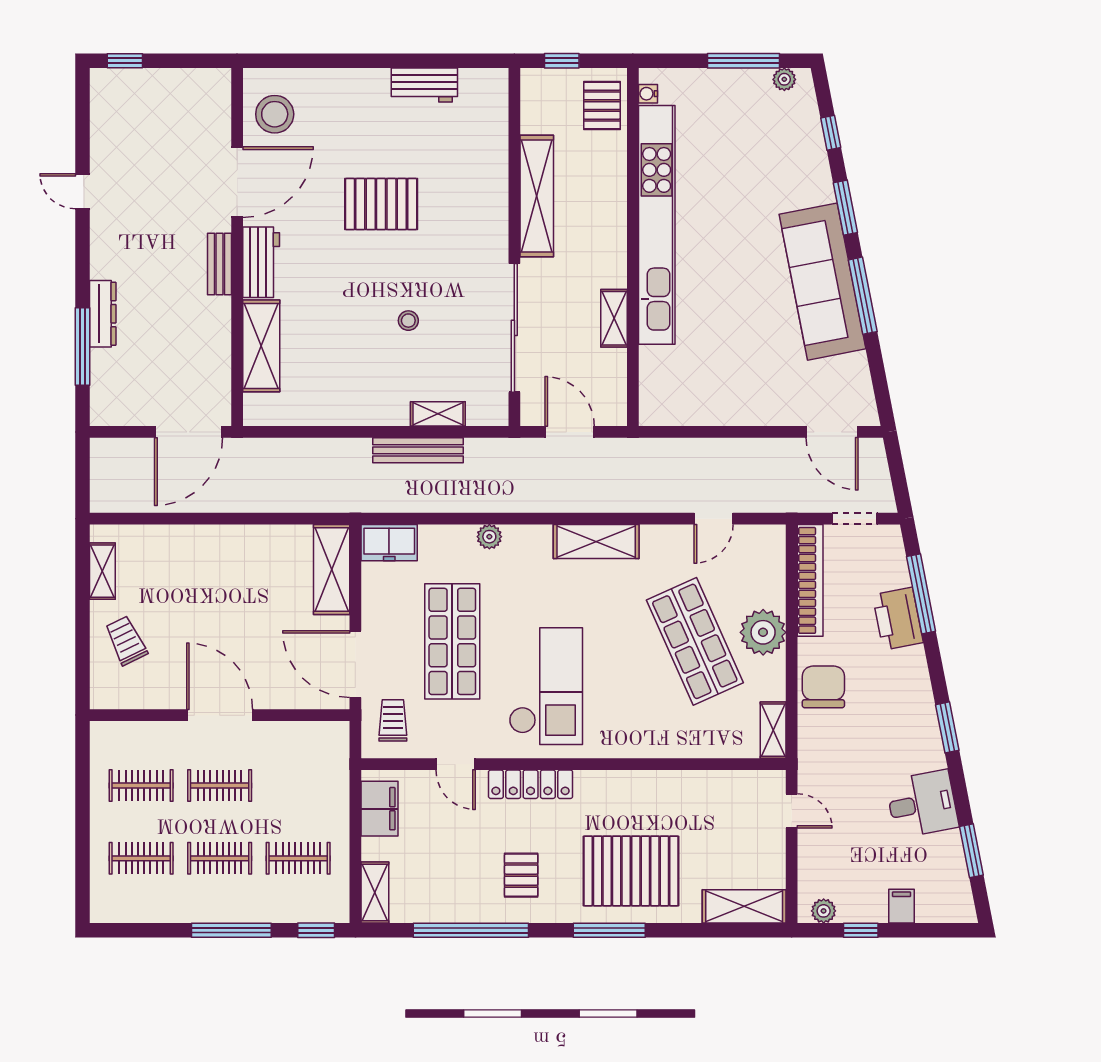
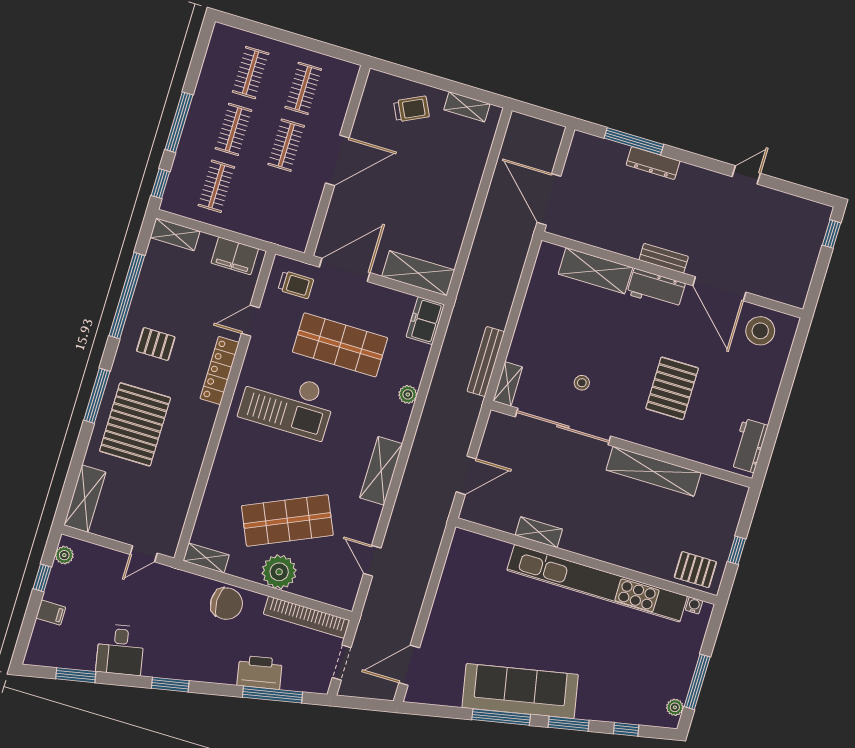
shelving: (537, 196) -> (654, 471), moved
wall: (514, 247) -> (621, 444), moved
sliding door: (514, 328) -> (563, 427), moved

